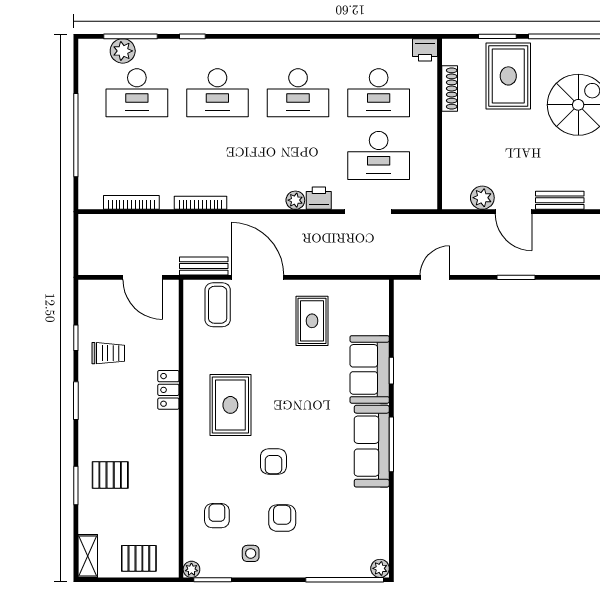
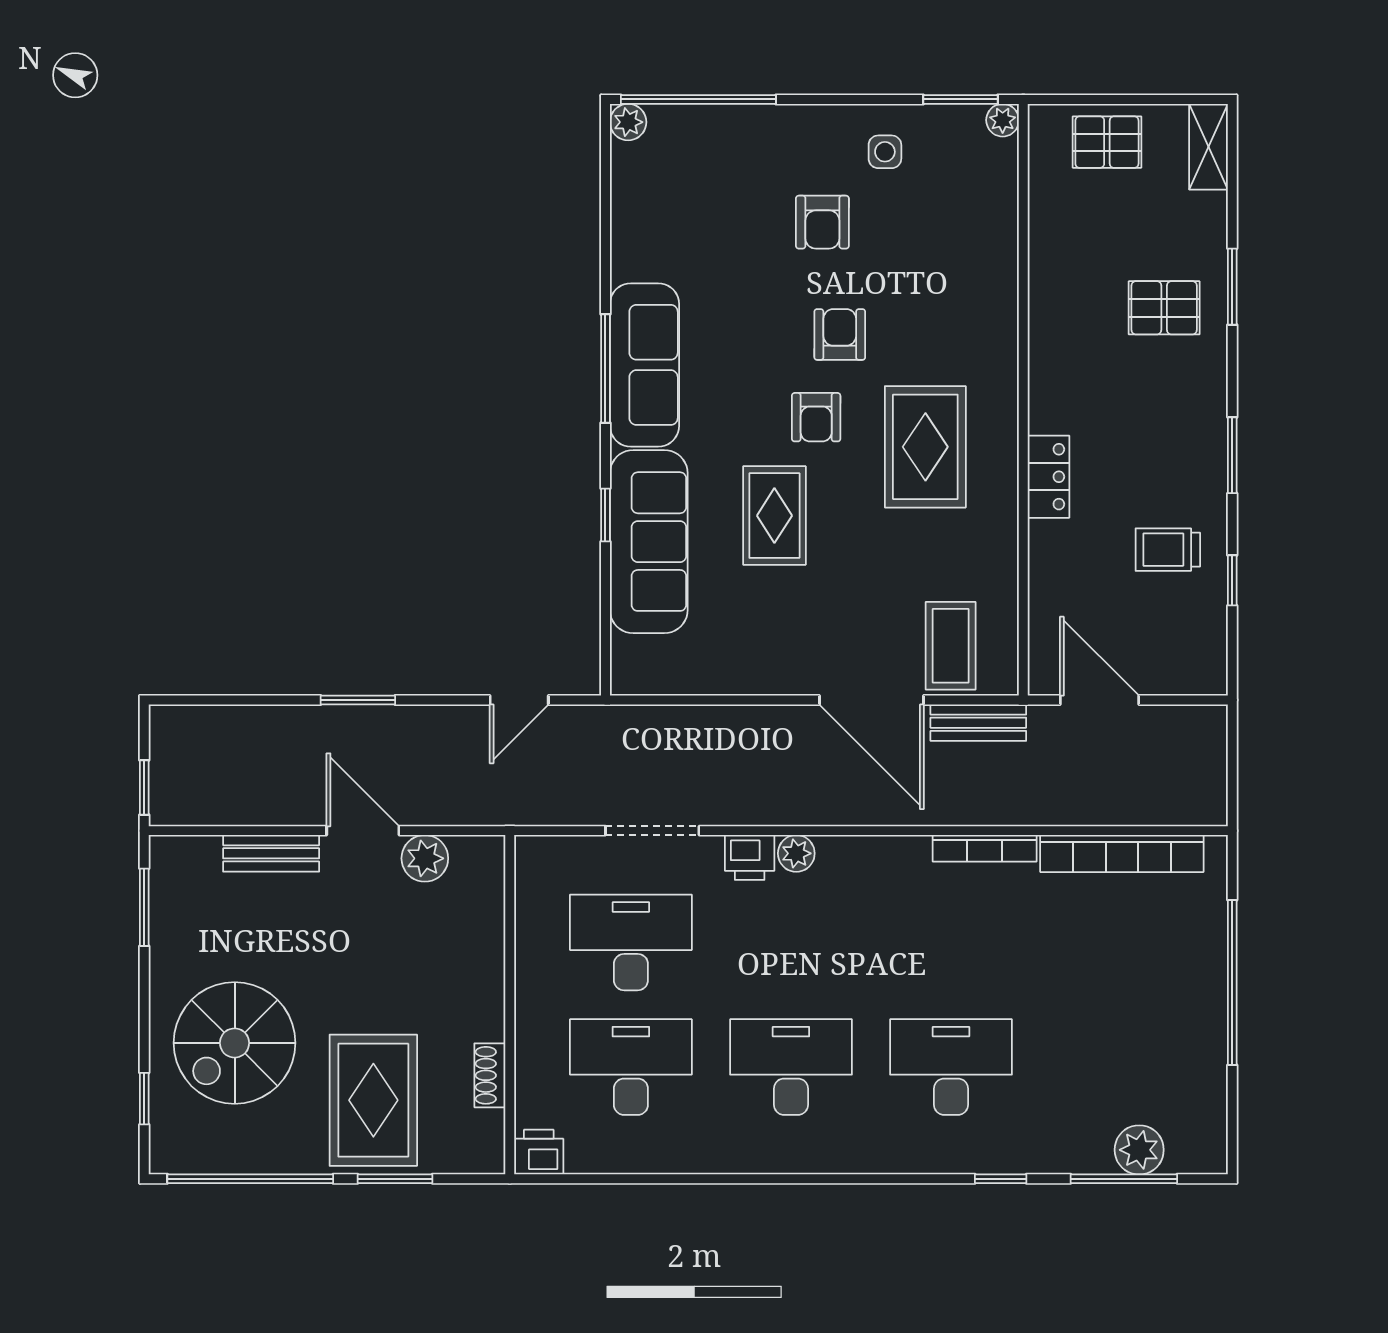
shoe rack: (450, 89) -> (490, 1075), width x0.70
desk: (137, 93) -> (1111, 1067), removed
bookcase: (131, 202) -> (1122, 854), width x1.48, depth x1.31
rug: (312, 321) -> (774, 516), moved
sofa: (370, 369) -> (649, 542), width x1.36
armchair: (217, 516) -> (816, 417), moved

